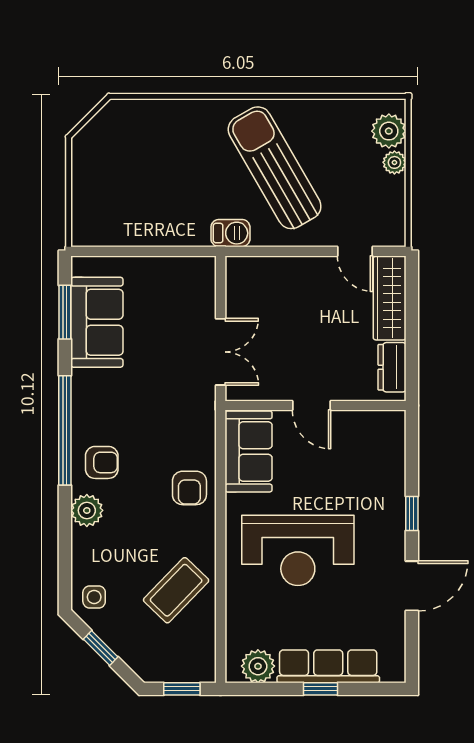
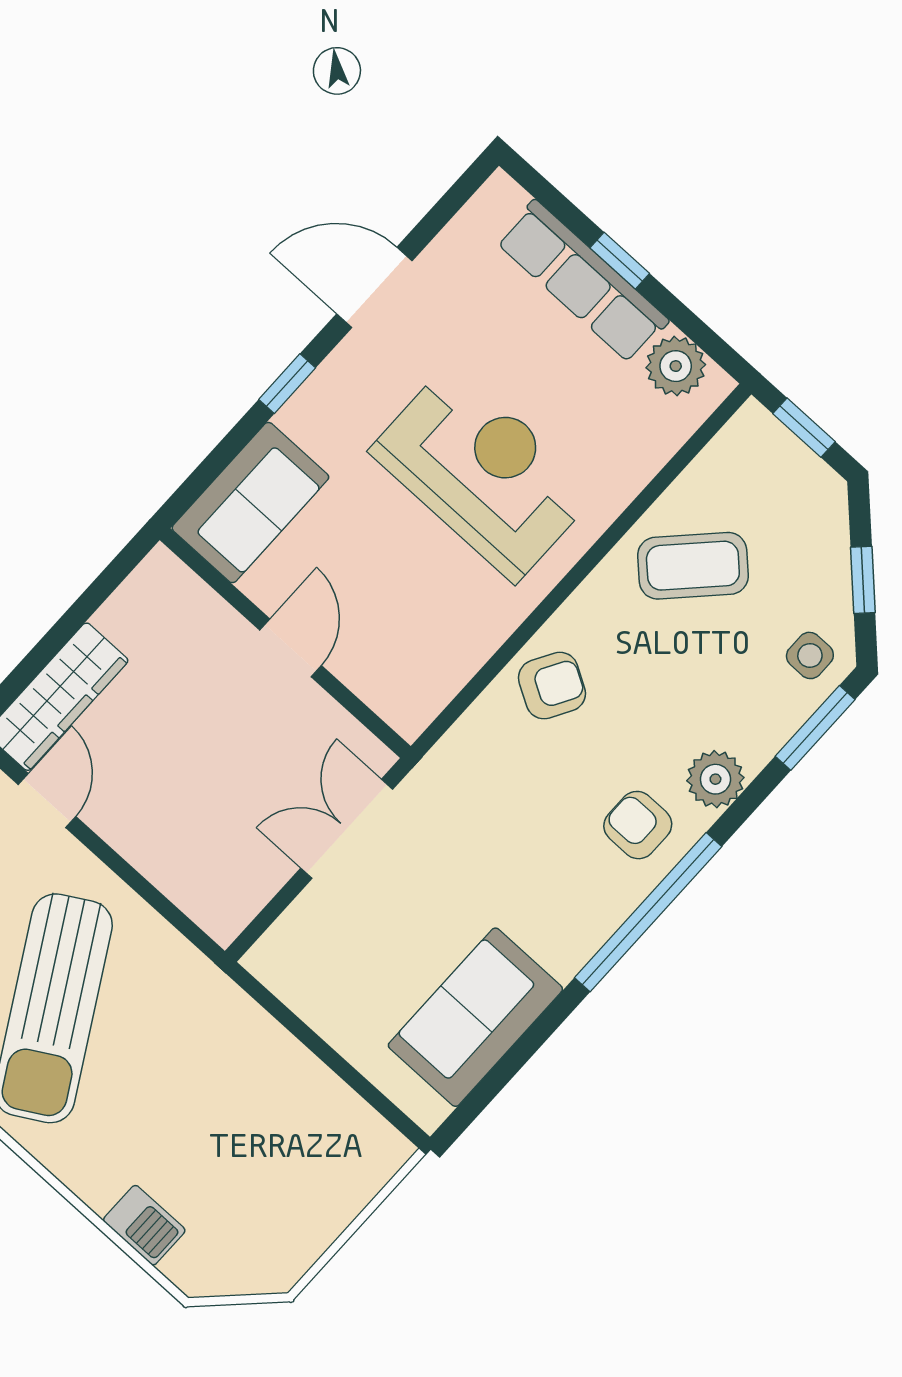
barbecue: (230, 233) -> (144, 1225), moved, turned 180
window: (65, 312) -> (815, 728), moved
dresser: (392, 367) -> (137, 602), removed
sofa: (249, 451) -> (250, 503), moved, turned 180
armchair: (189, 488) -> (552, 686), turned 30

